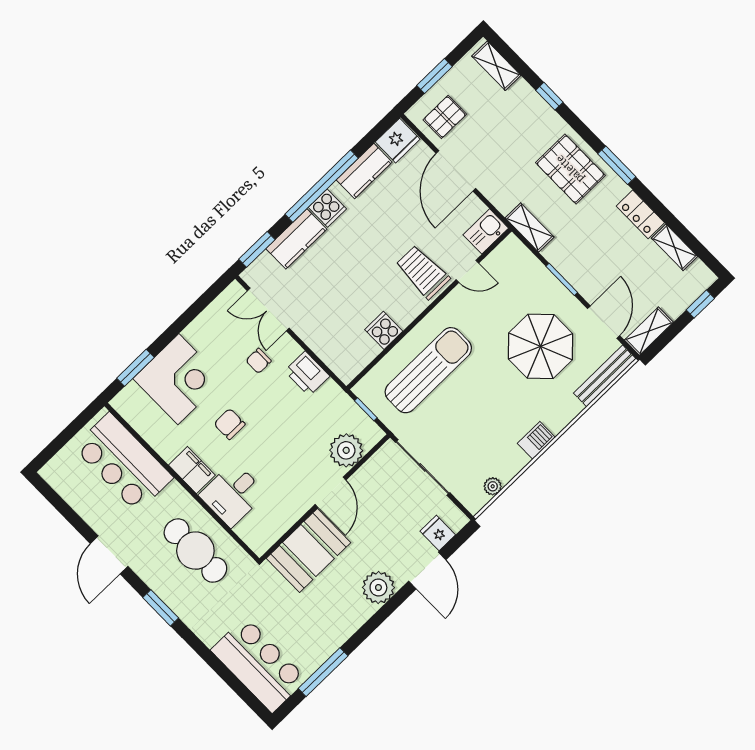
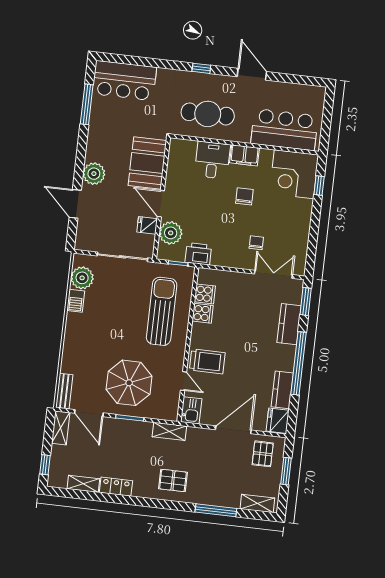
window: (549, 96) -> (216, 510), width x2.17
window: (617, 165) -> (150, 503), removed
pallet: (570, 169) -> (173, 480), width x0.67, depth x0.71
door: (456, 171) -> (233, 430), hinge flipped
cooker: (327, 208) -> (205, 294), moved, turned 180
door: (467, 271) -> (184, 381), swing flipped
parasol: (541, 346) -> (129, 383), moved
window: (135, 368) -> (319, 186), width x0.67
sun lounger: (428, 370) -> (162, 311), turned 180
printer: (307, 374) -> (198, 254), moved
bench: (605, 376) -> (64, 391), width x0.73
corner desk: (178, 379) -> (294, 174), moved
chair: (230, 424) -> (244, 196), turned -90
barbecue: (536, 440) -> (76, 301), moved
plant: (493, 486) -> (82, 278), width x1.88, depth x1.88
fridge: (438, 533) -> (147, 225), moved, turned 180
window: (161, 608) -> (201, 68), width x0.67

